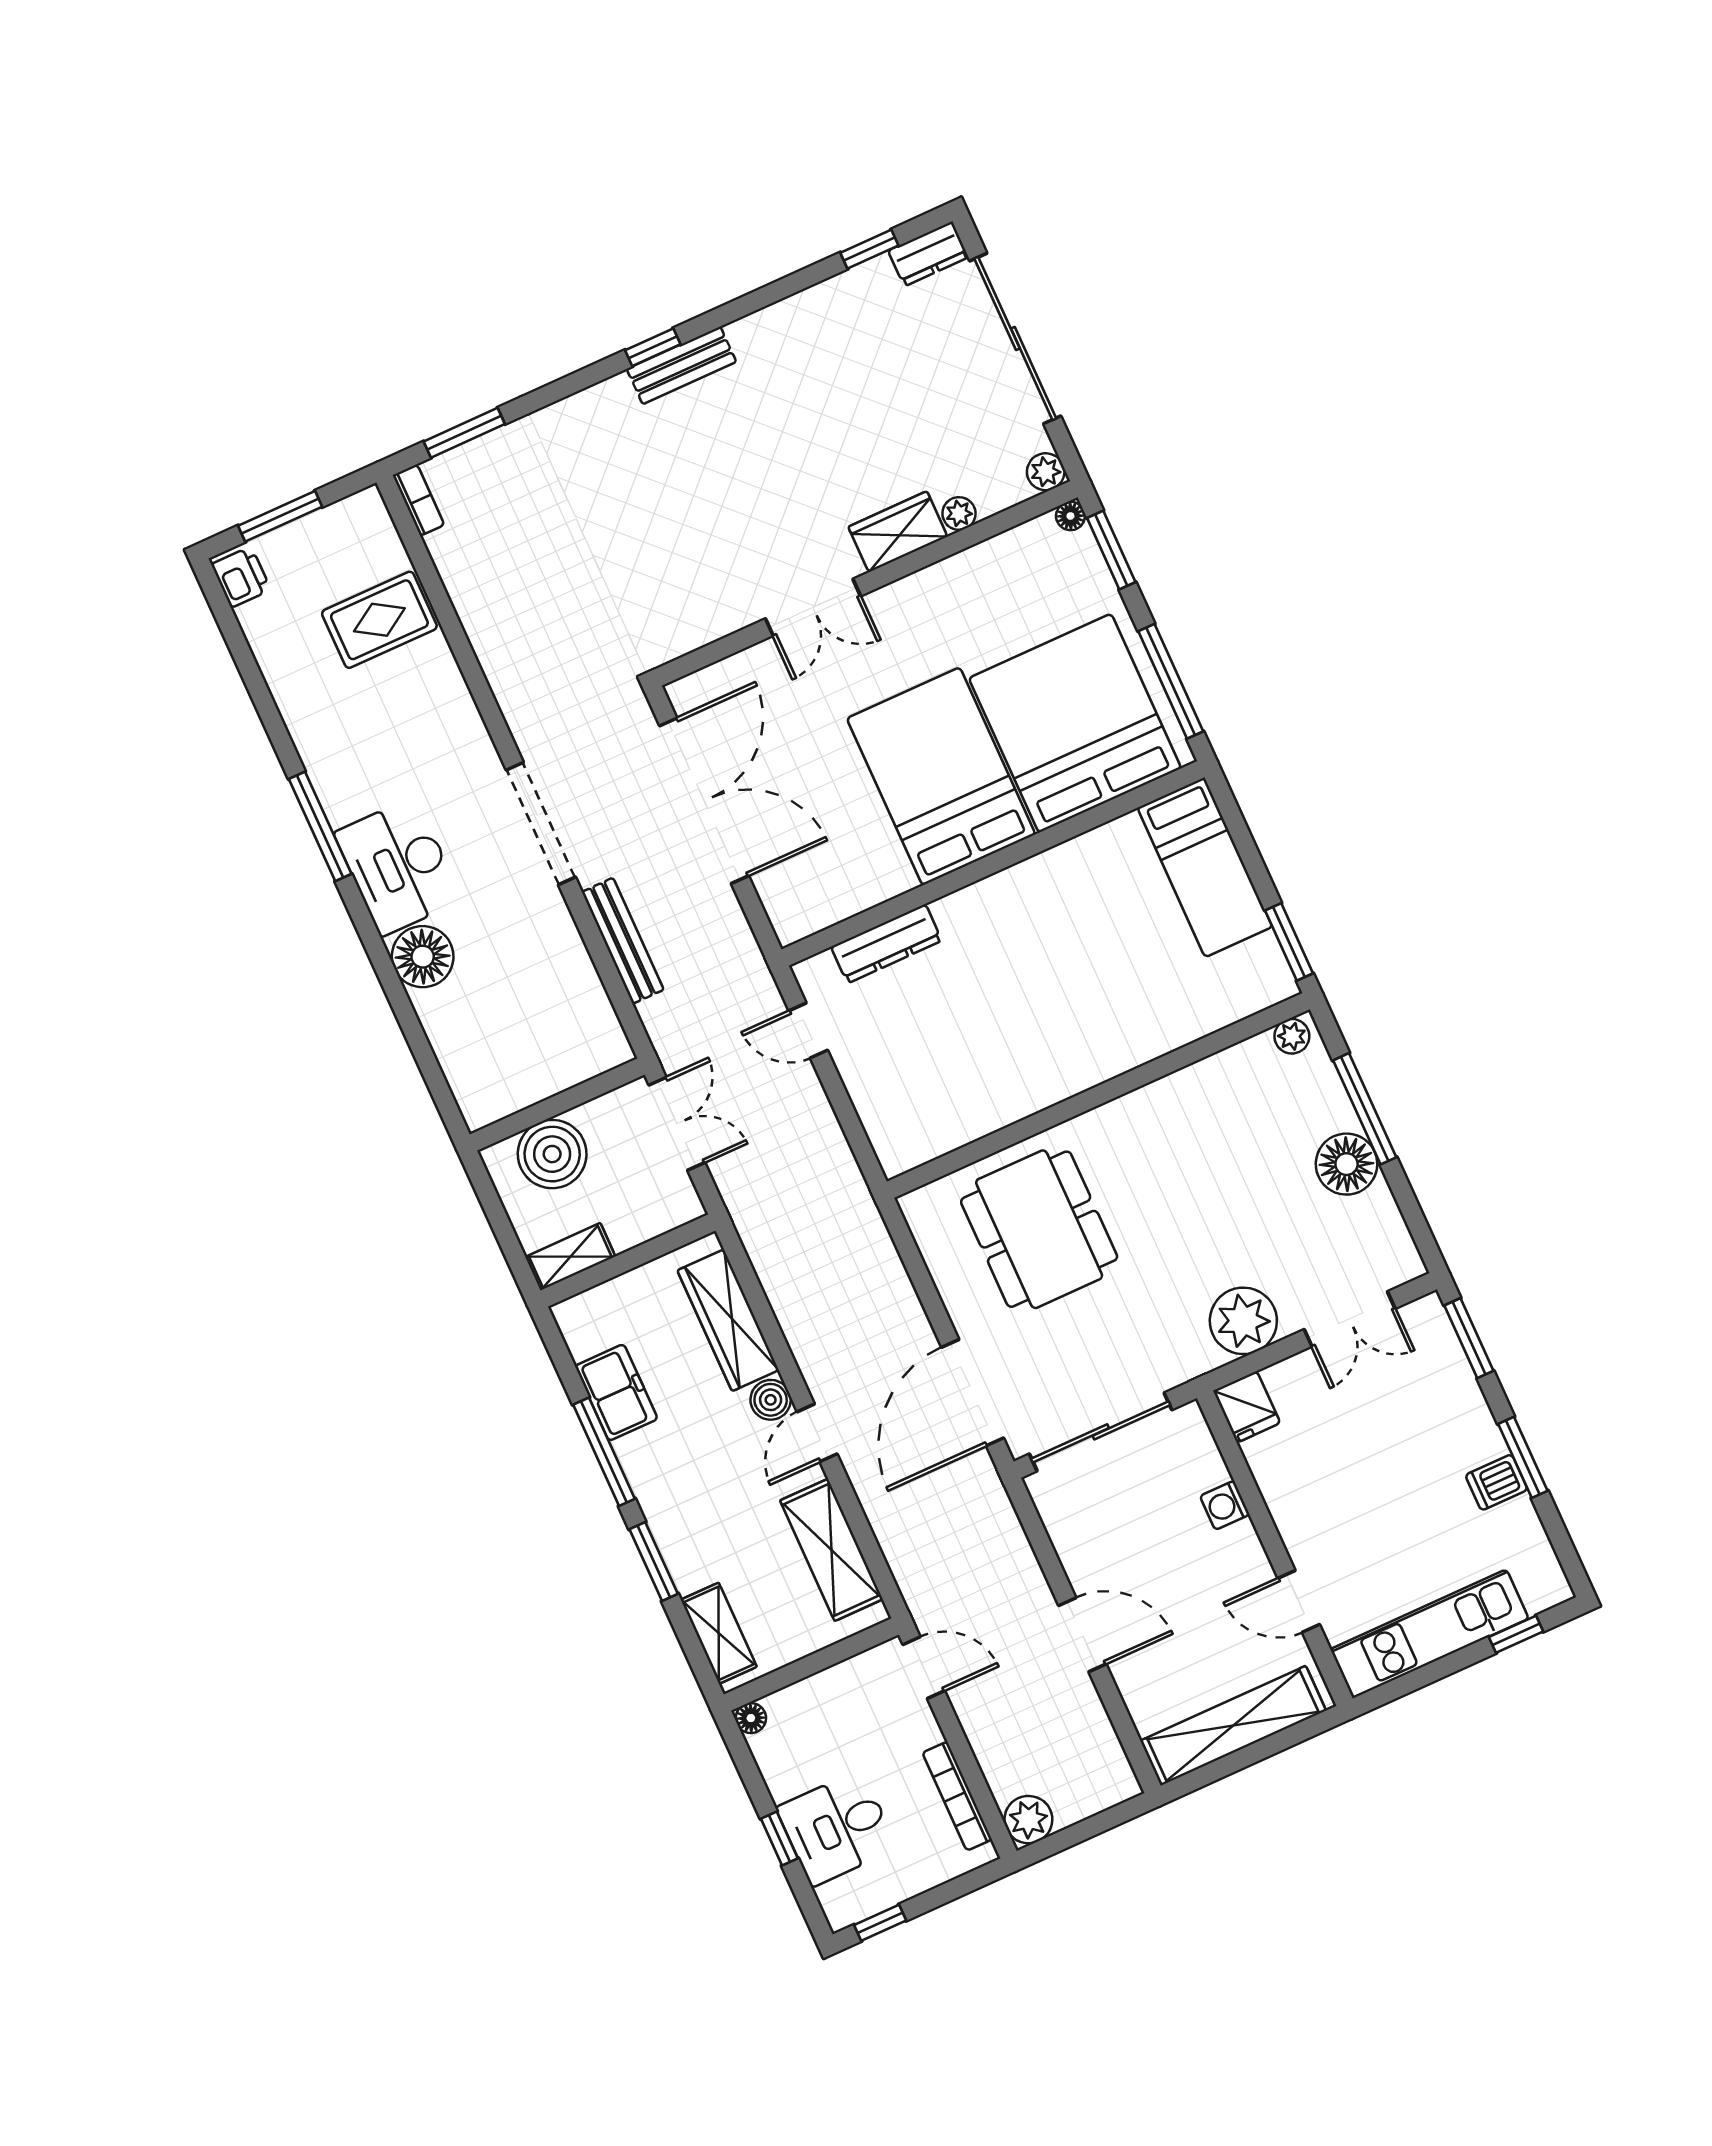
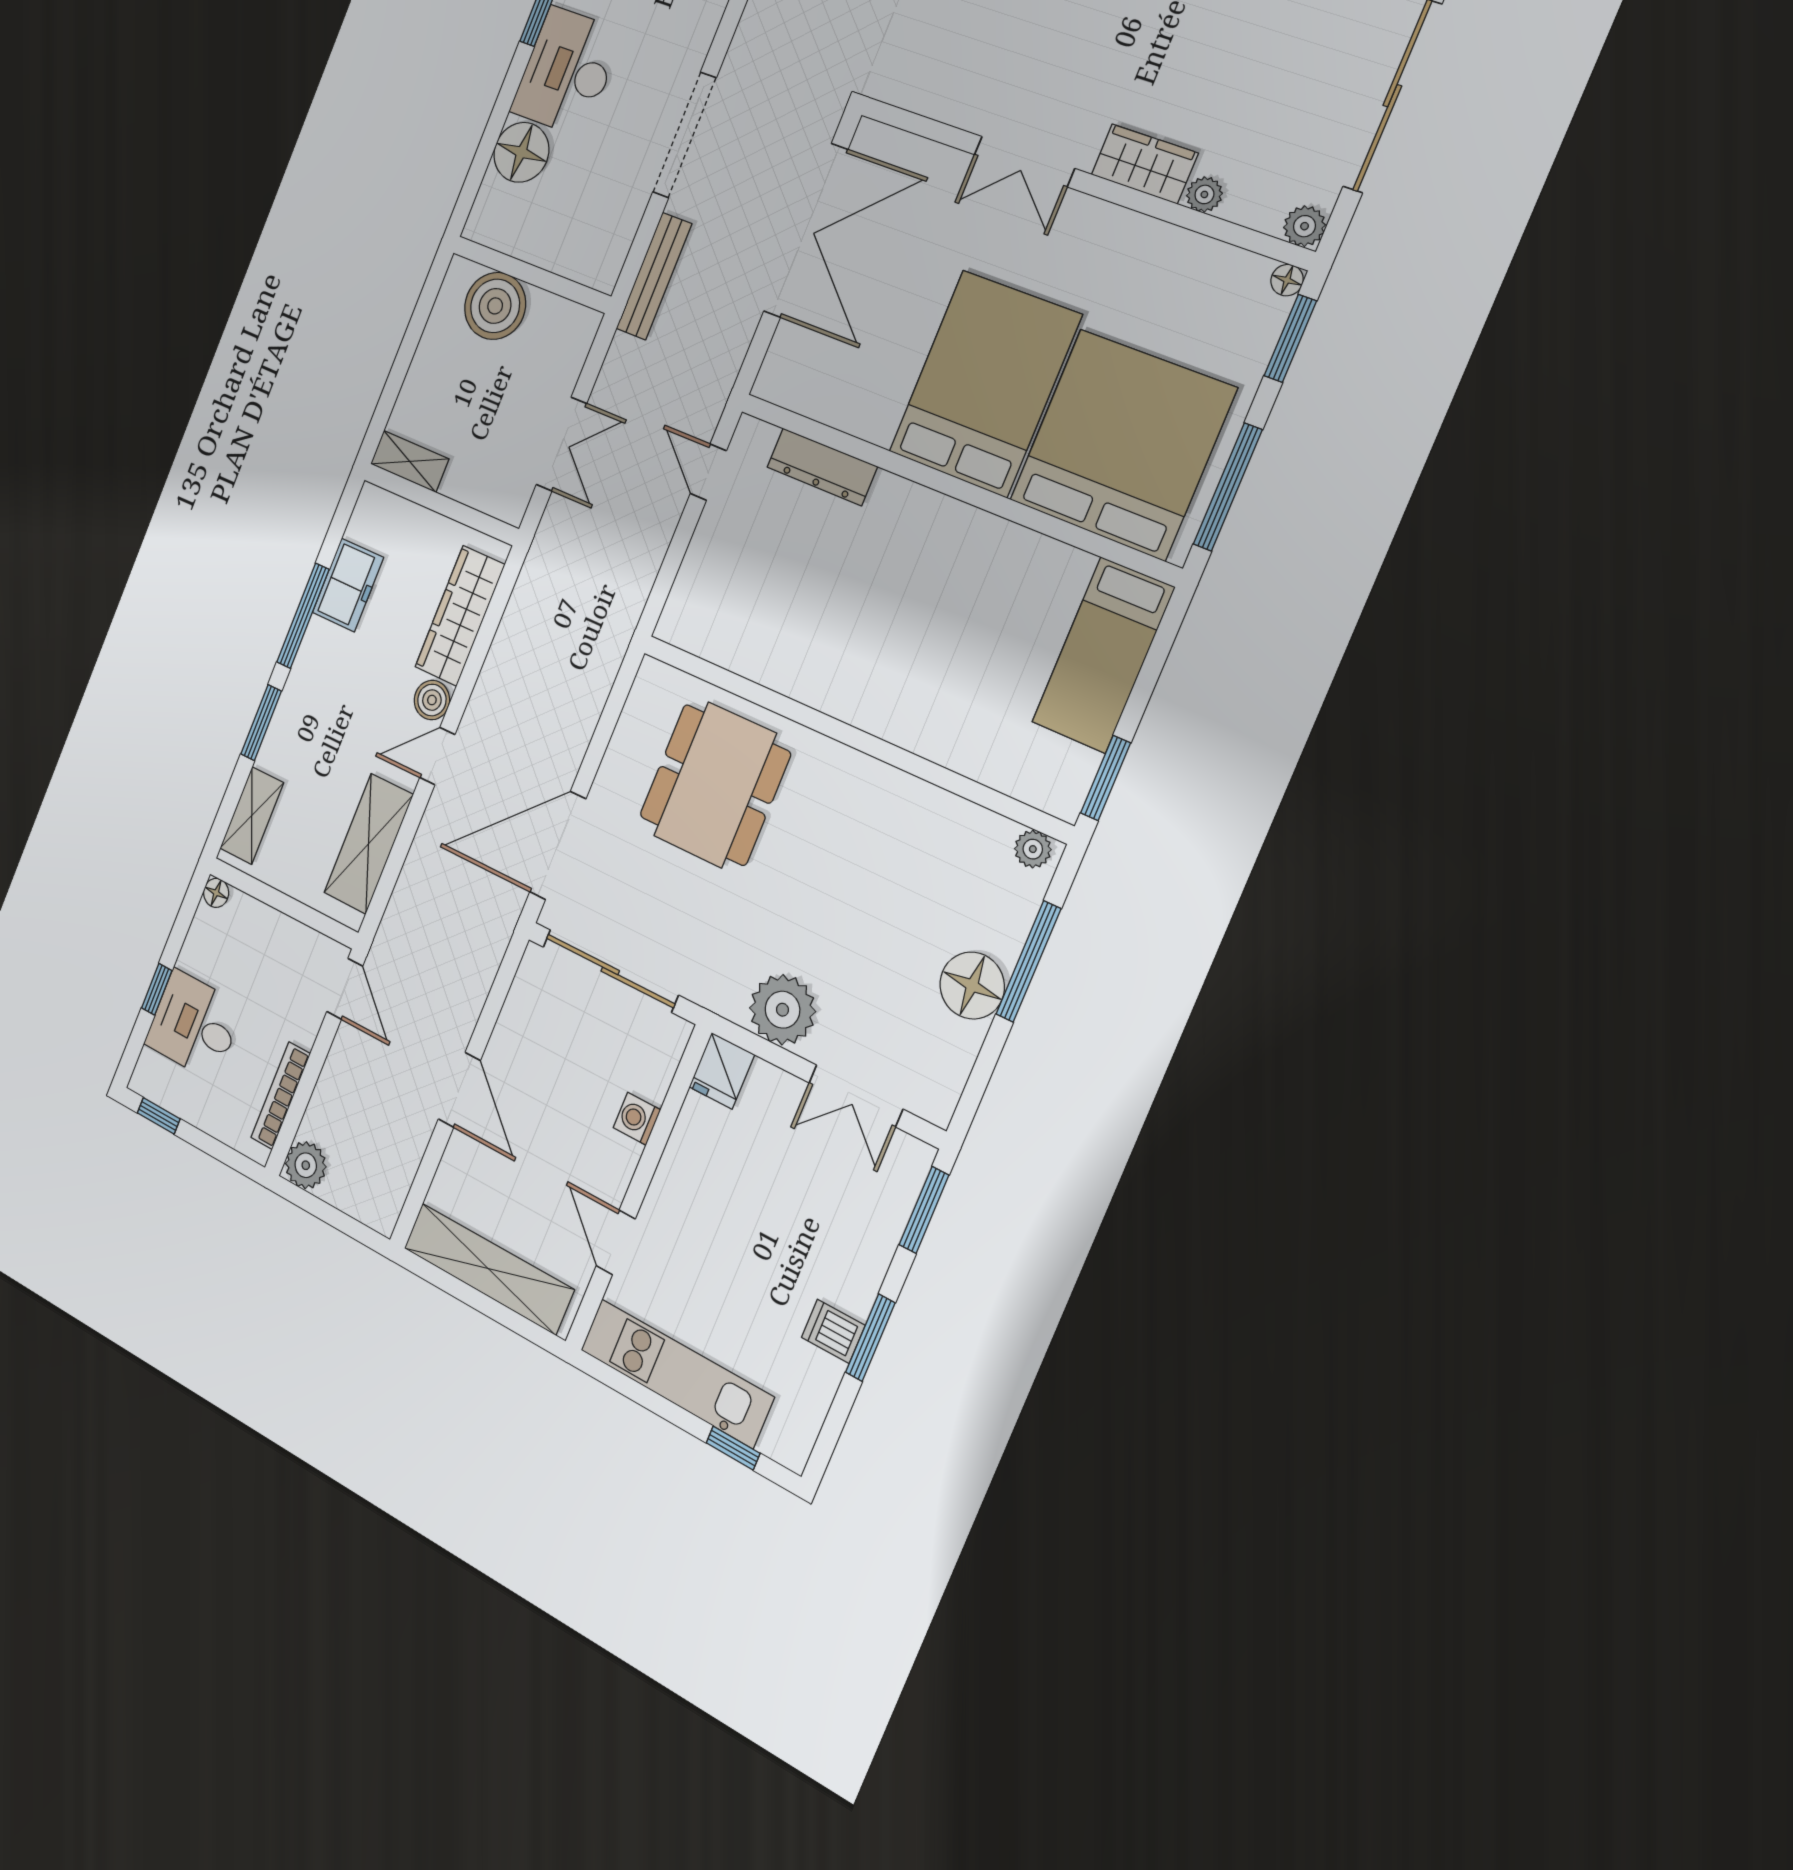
wall: (557, 1104) -> (531, 274), moved
boiler: (552, 1154) -> (495, 306), moved

